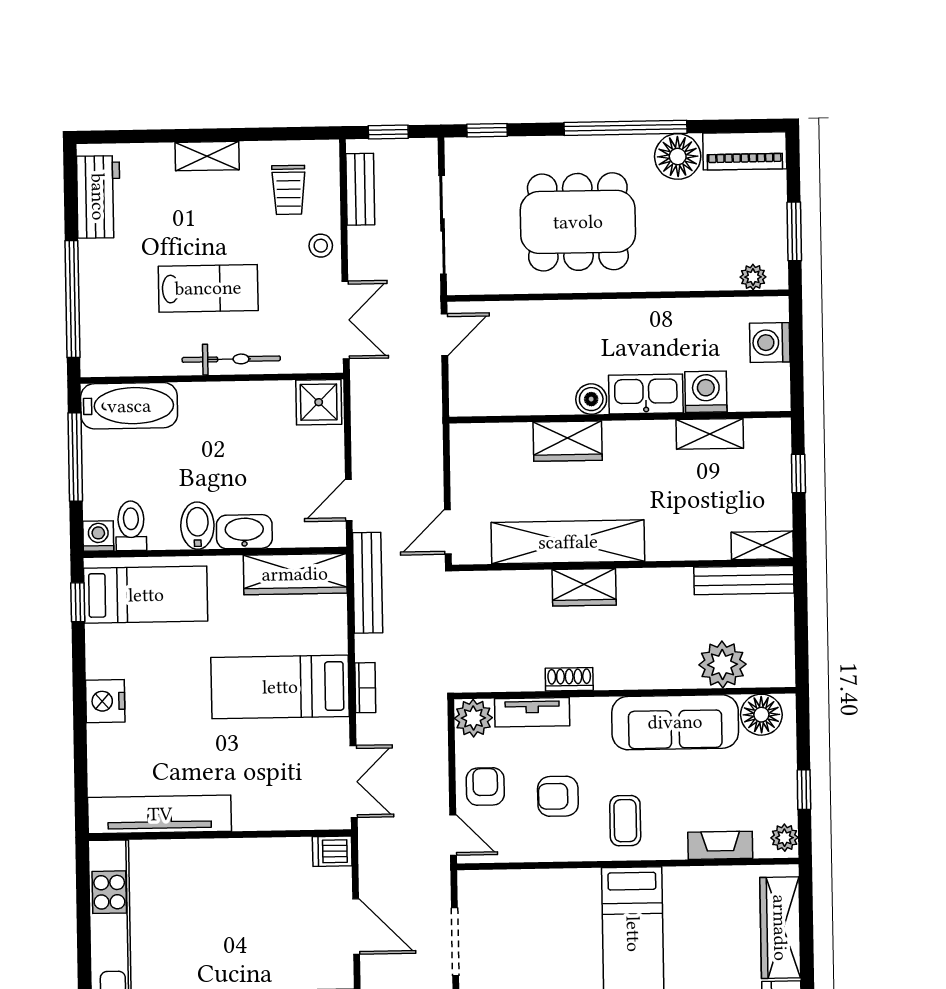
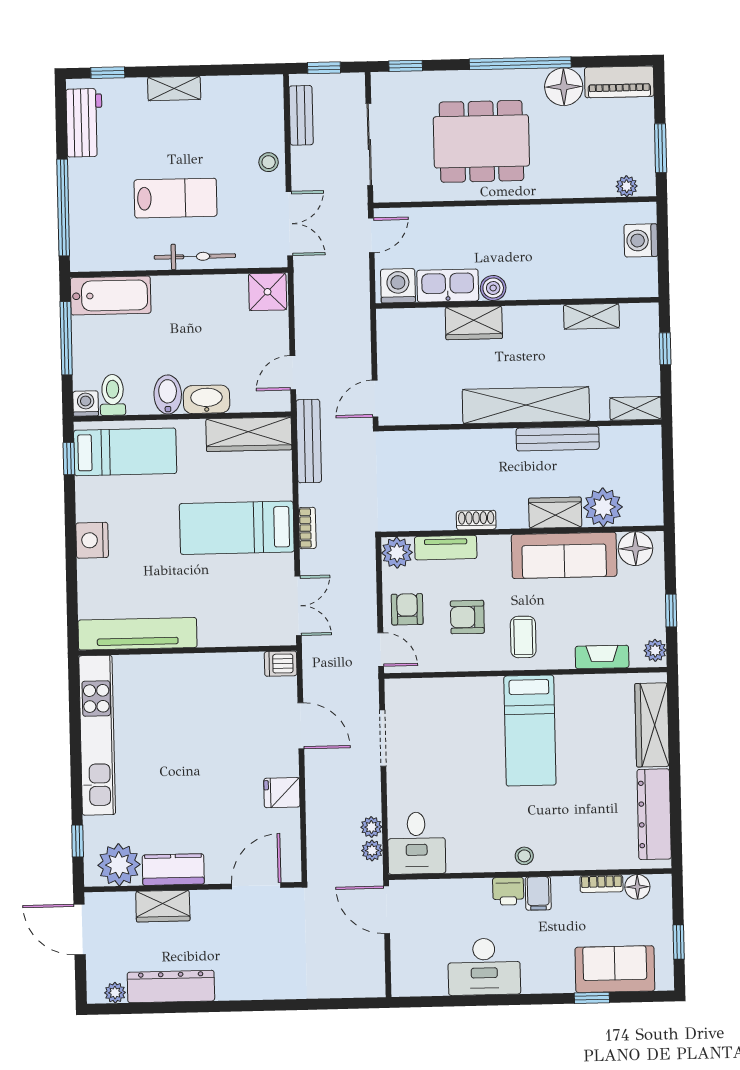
window: (127, 137) -> (108, 73), added
trolley: (289, 190) -> (242, 116), removed
washing machine: (706, 392) -> (398, 286), moved
kitchen sink: (646, 394) -> (448, 286), moved
shelving: (568, 542) -> (526, 405), moved
bench: (744, 580) -> (558, 439), moved
wardrobe: (584, 587) -> (555, 513), moved, turned 180

